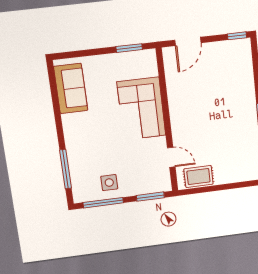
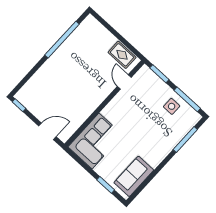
window: (129, 48) -> (106, 185), moved
corner sofa: (141, 109) -> (95, 141), moved

